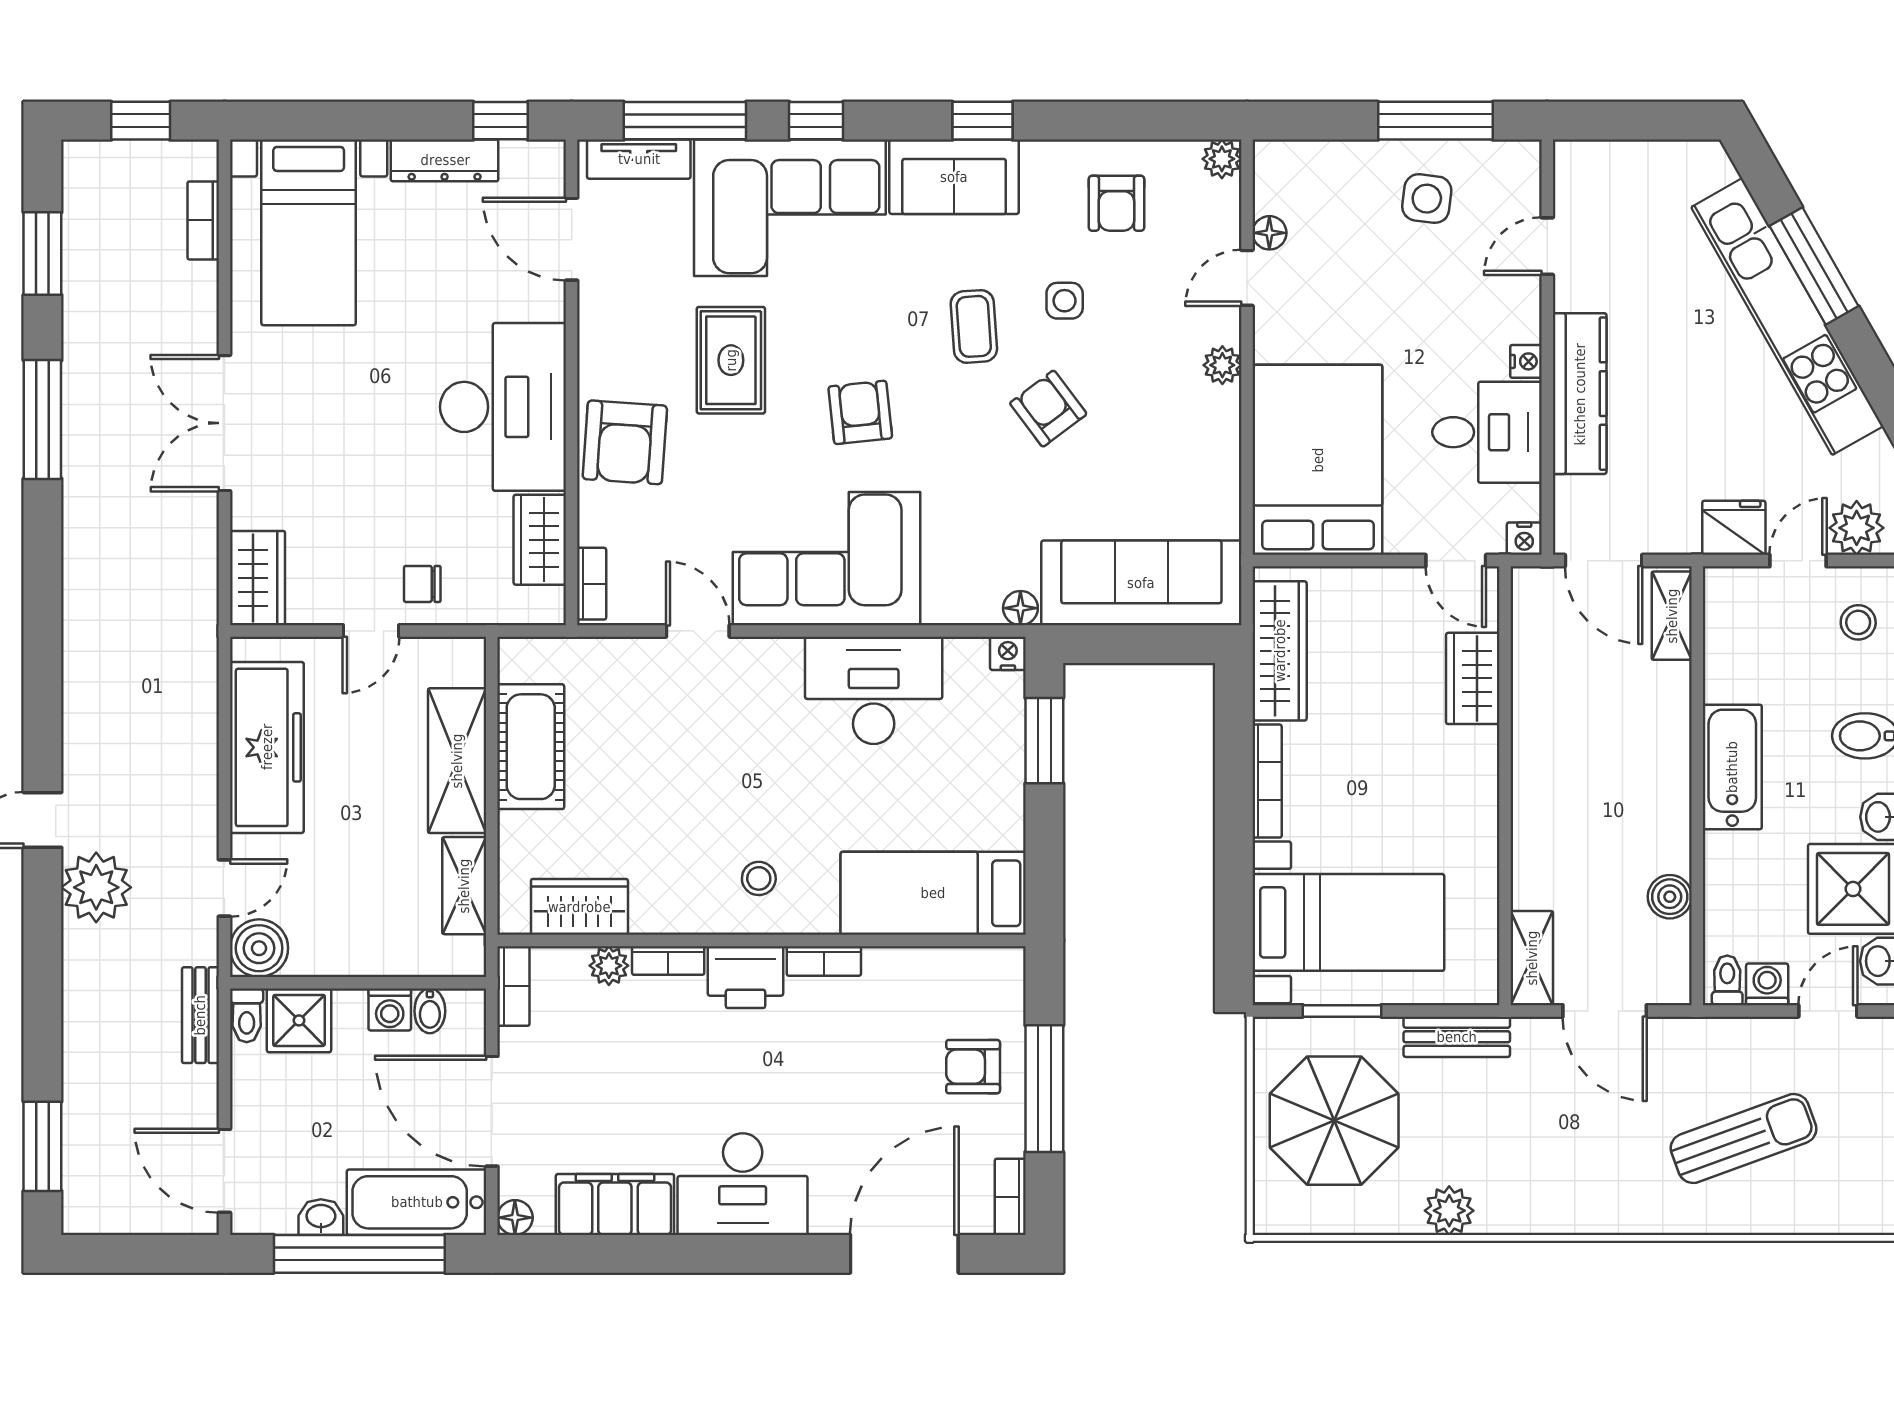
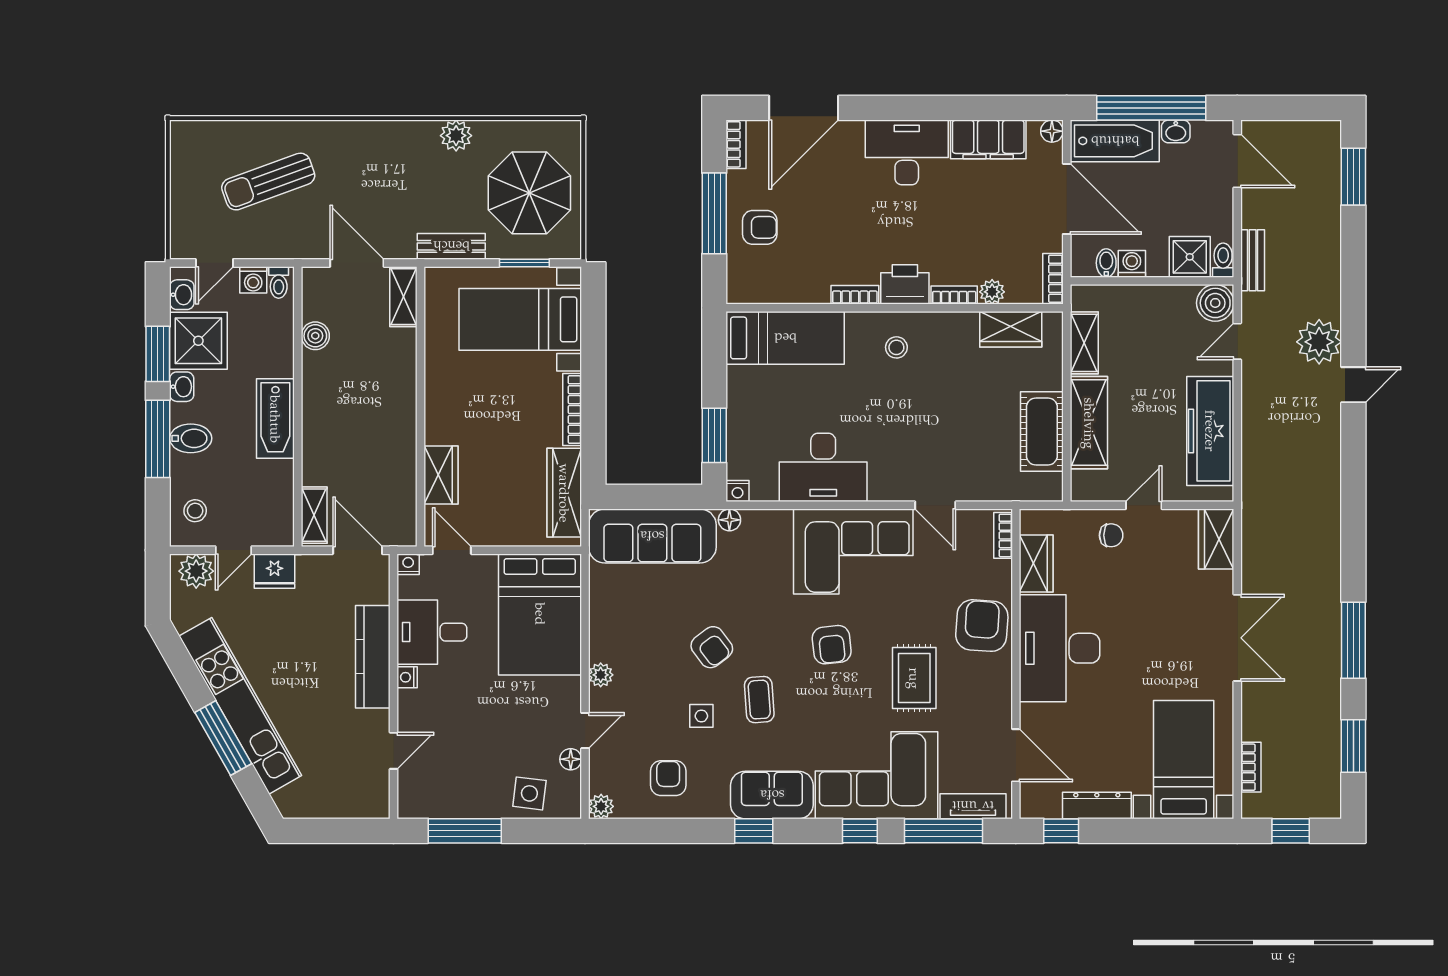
side table: (1427, 199) -> (529, 793), moved

